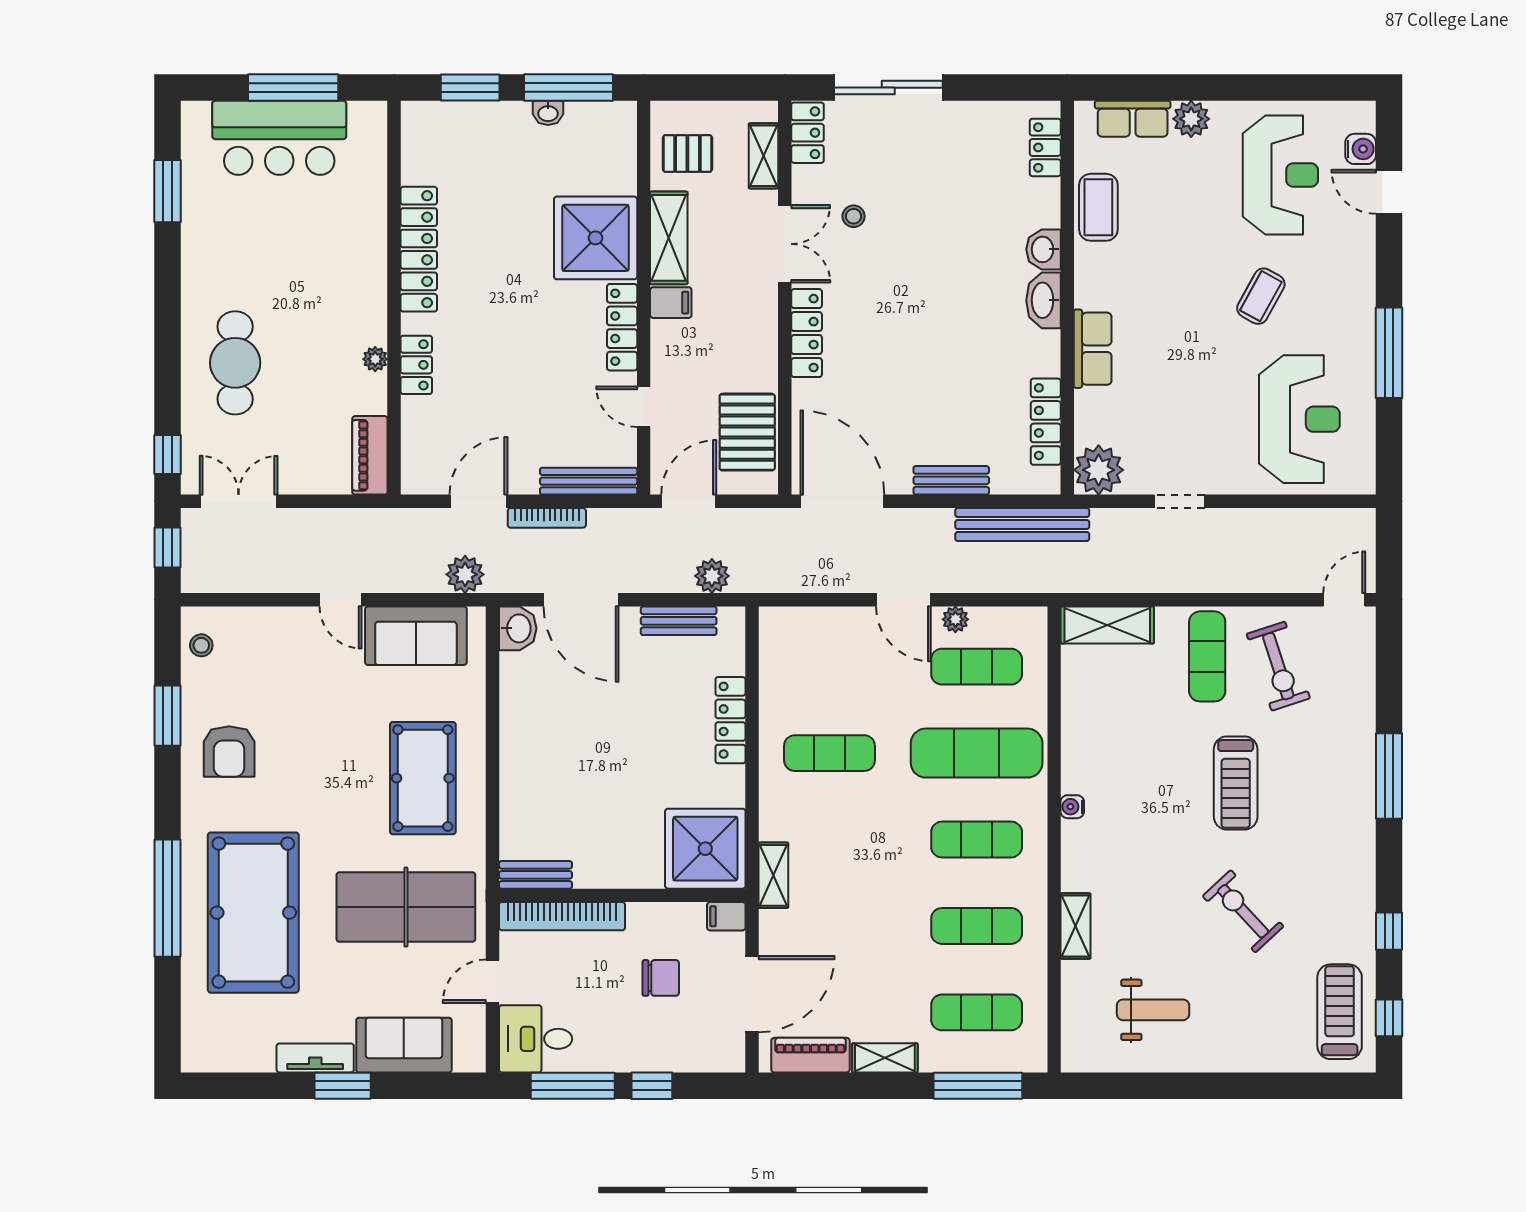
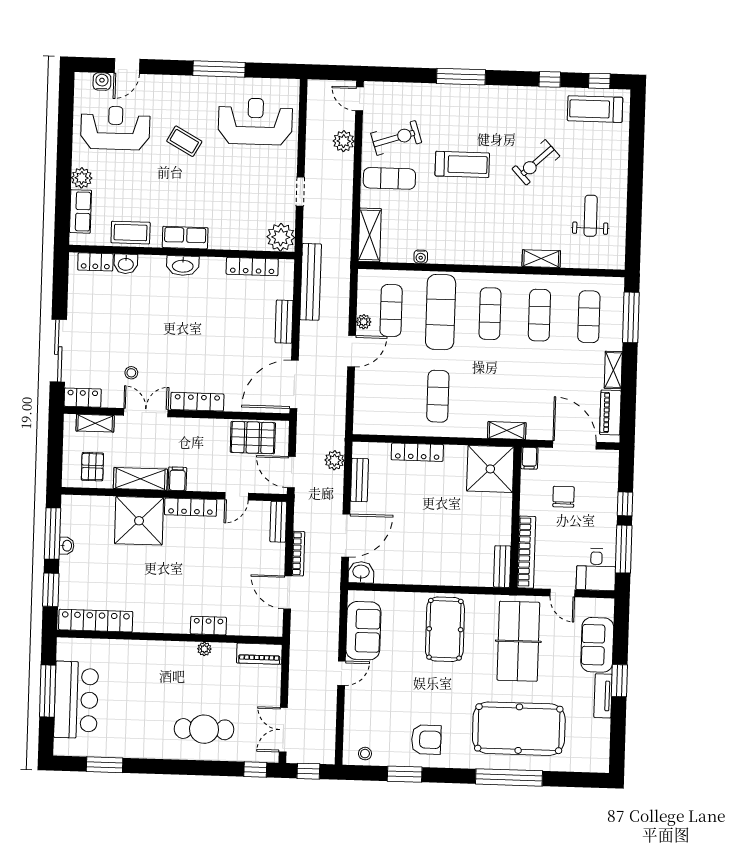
locker: (419, 249) -> (96, 621), moved
washbasin: (1044, 249) -> (126, 264), moved
row of seats: (1093, 349) -> (185, 238), moved
bench: (589, 481) -> (278, 522), width x0.73
plant: (465, 574) -> (344, 141), moved
pool table: (423, 778) -> (445, 629), turned 90
water cooler: (1072, 807) -> (421, 257), moved

